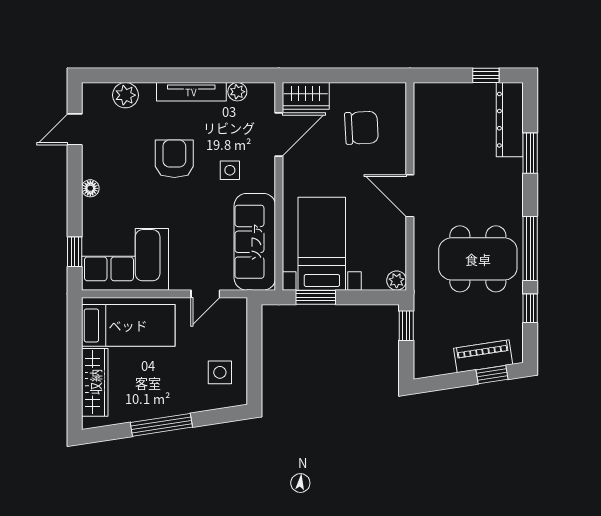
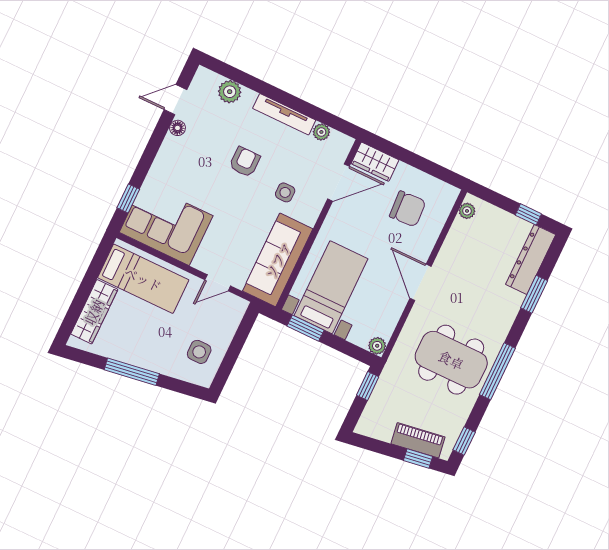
plant: (422, 101) -> (467, 211), added
armchair: (174, 159) -> (245, 162), width x0.72, depth x0.72
floor lamp: (90, 188) -> (177, 128), moved
window: (530, 308) -> (464, 441), moved

